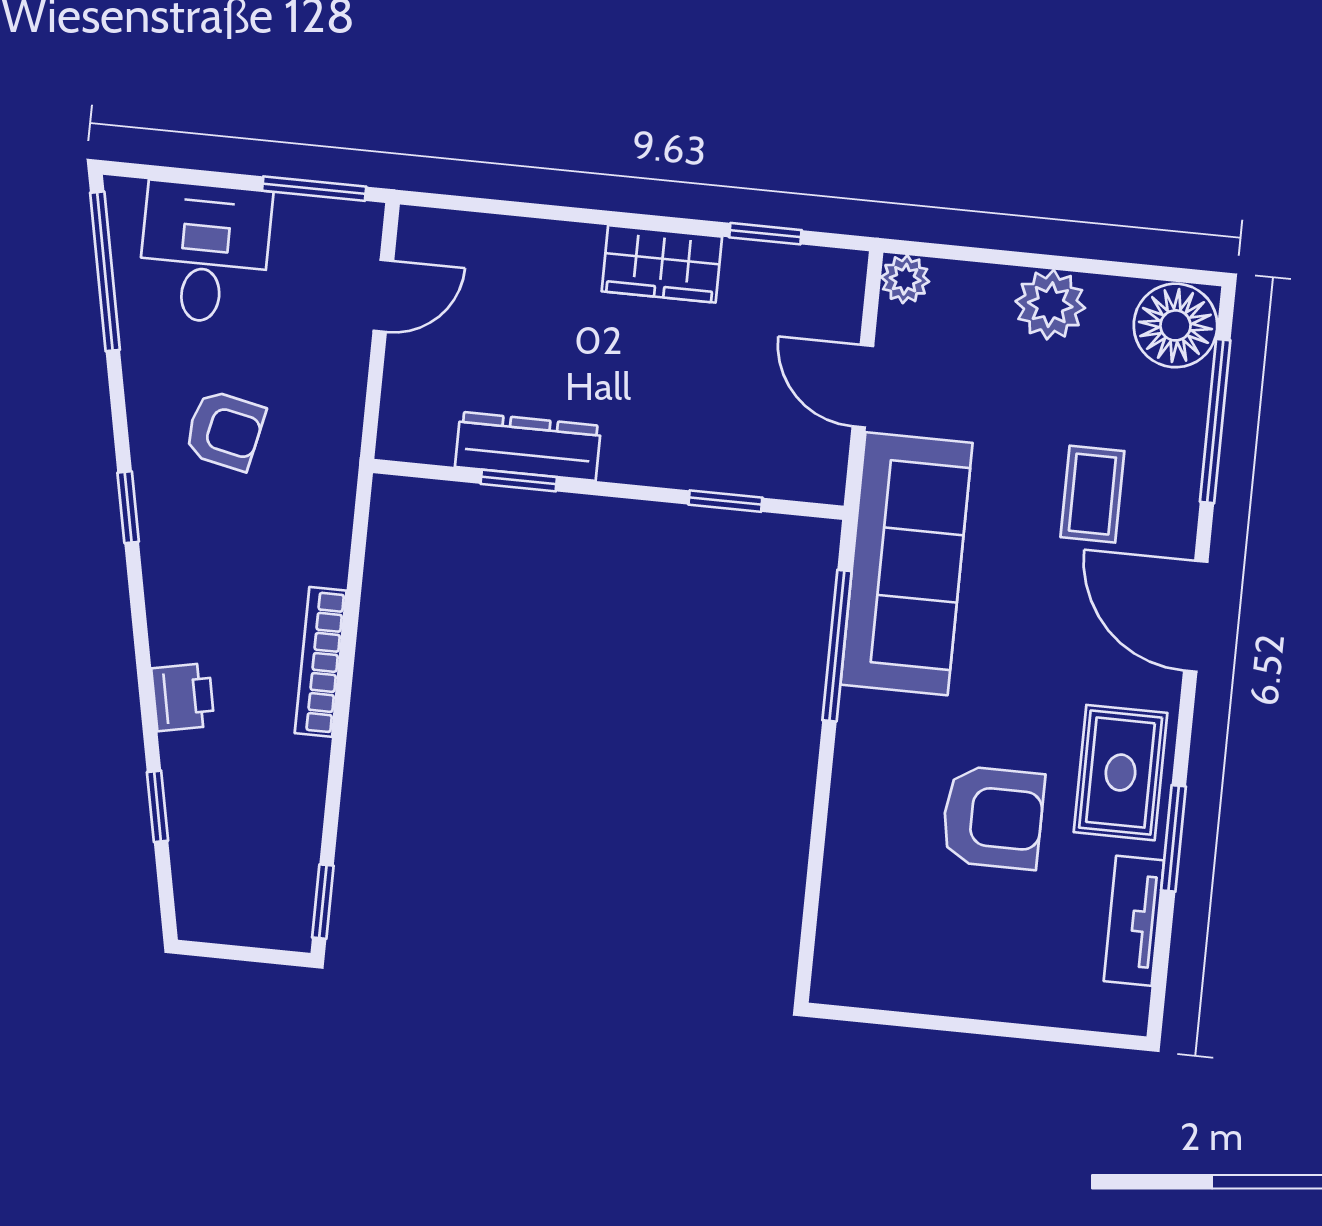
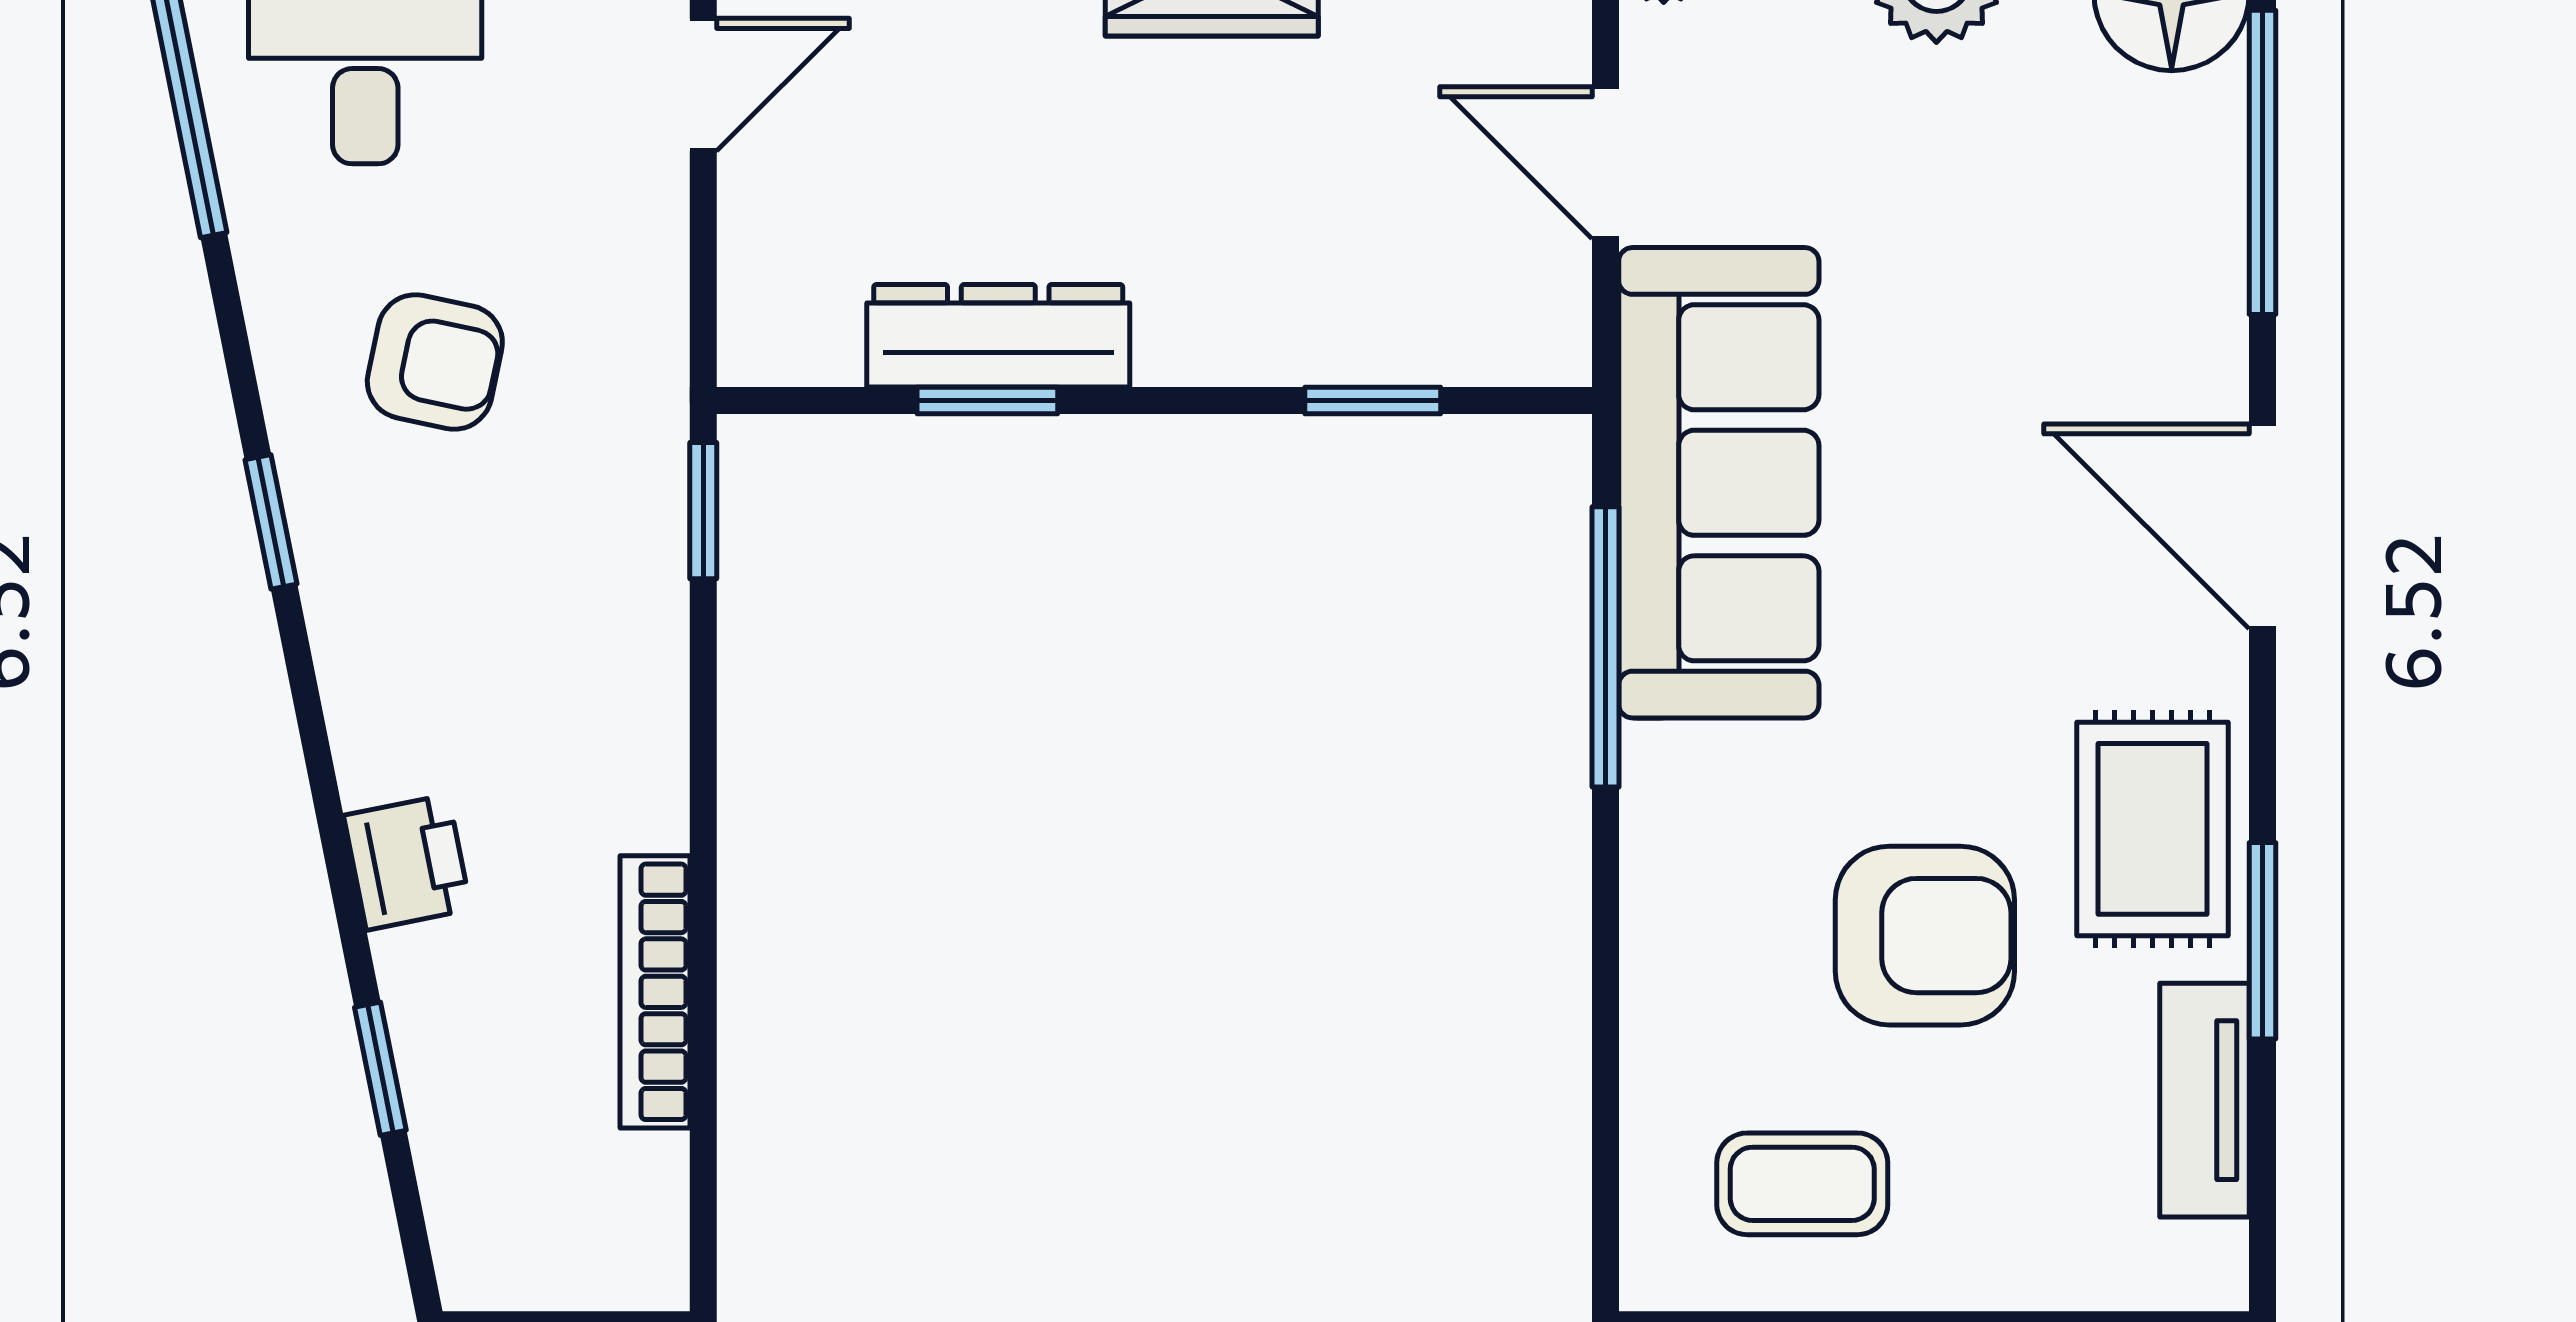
coffee table: (1092, 494) -> (1802, 1184), moved, turned 90
bookcase: (321, 662) -> (655, 992), moved
window: (323, 902) -> (703, 511), moved

